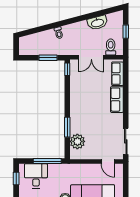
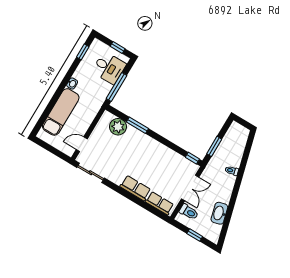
double door: (91, 57) -> (190, 188), swing flipped

